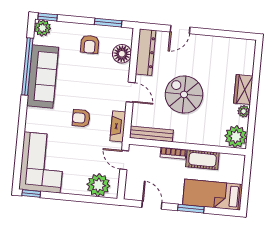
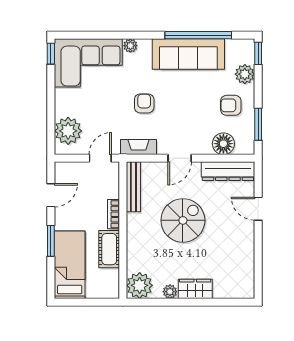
plant: (42, 28) -> (245, 74), moved
plant: (31, 125) -> (130, 46), added

